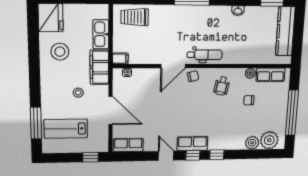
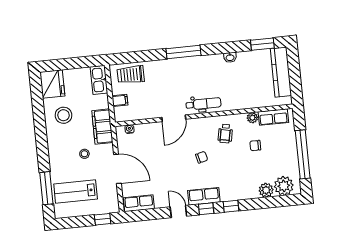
kitchen sink: (101, 34) -> (99, 80), moved
filing cabinet: (120, 59) -> (120, 100), moved
chair: (193, 76) -> (202, 157), moved

